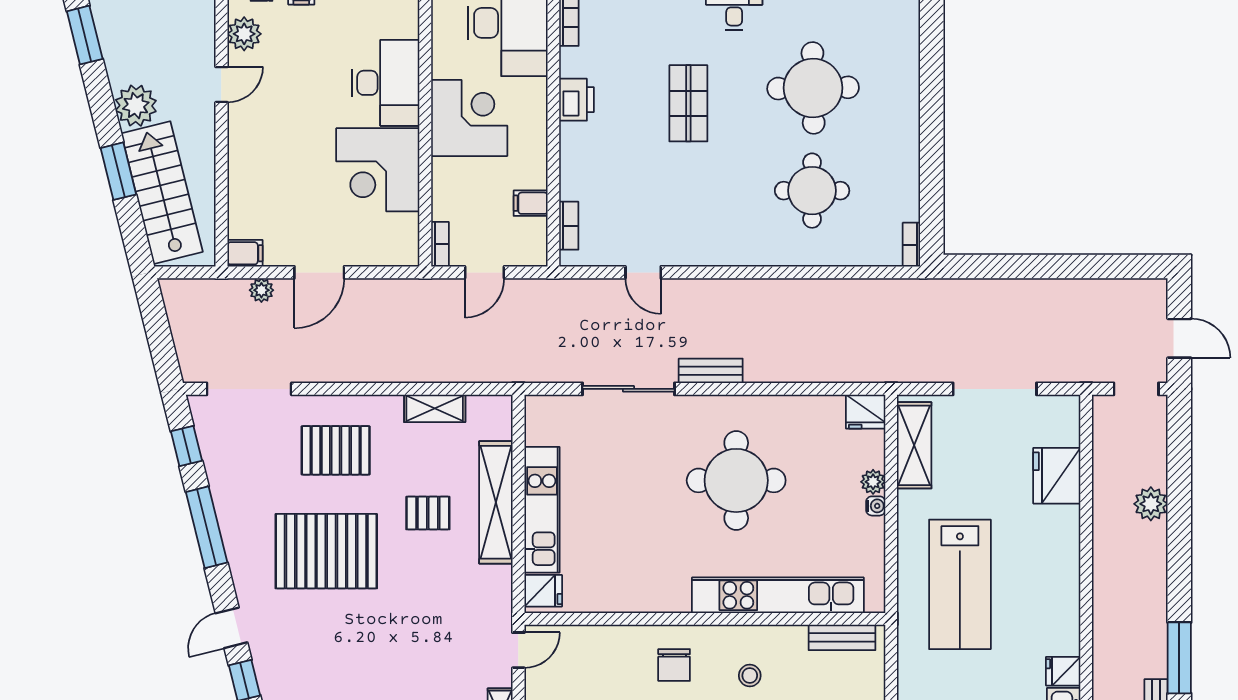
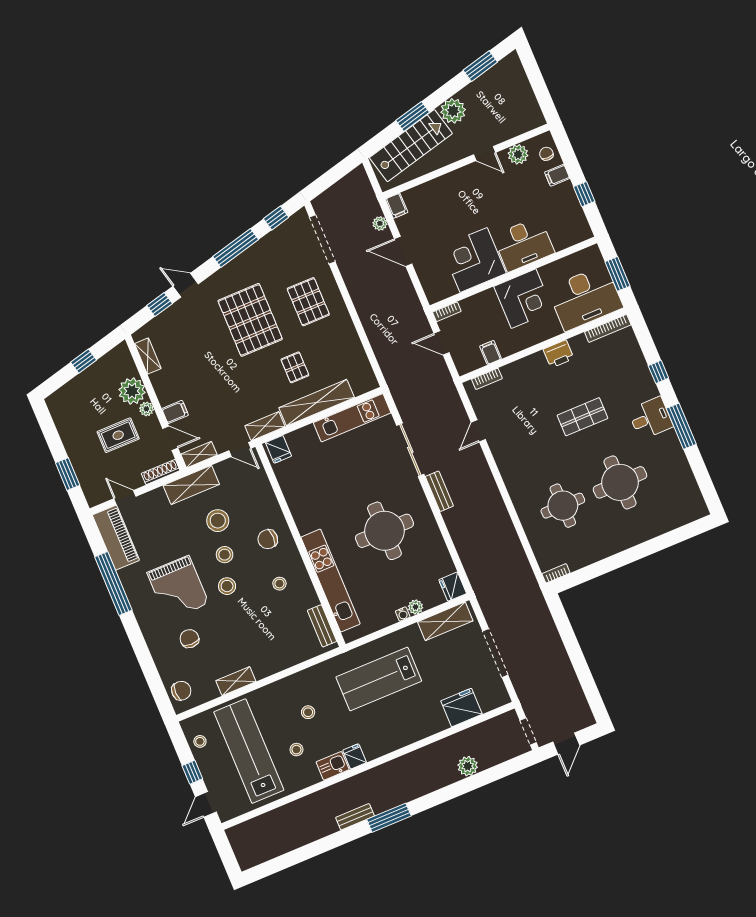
shelving: (435, 408) -> (265, 426), moved, turned 90
kitchen unit: (542, 510) -> (352, 418), moved

